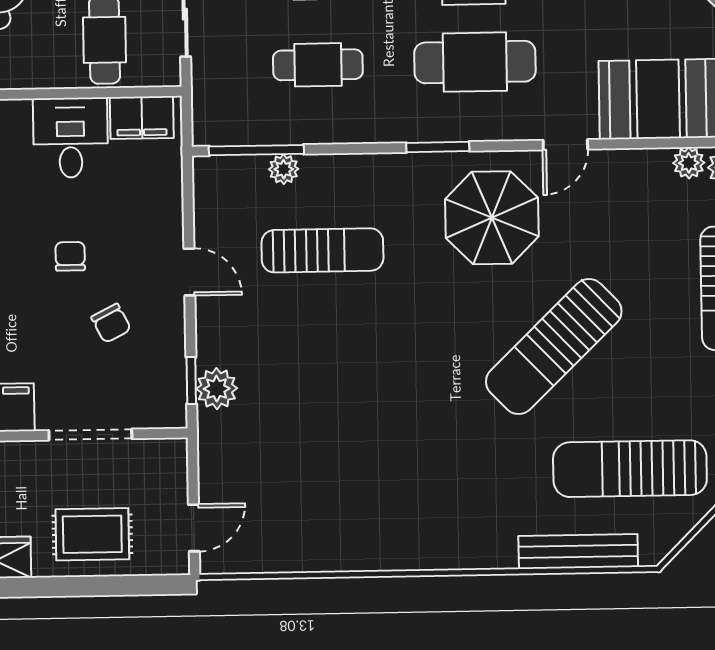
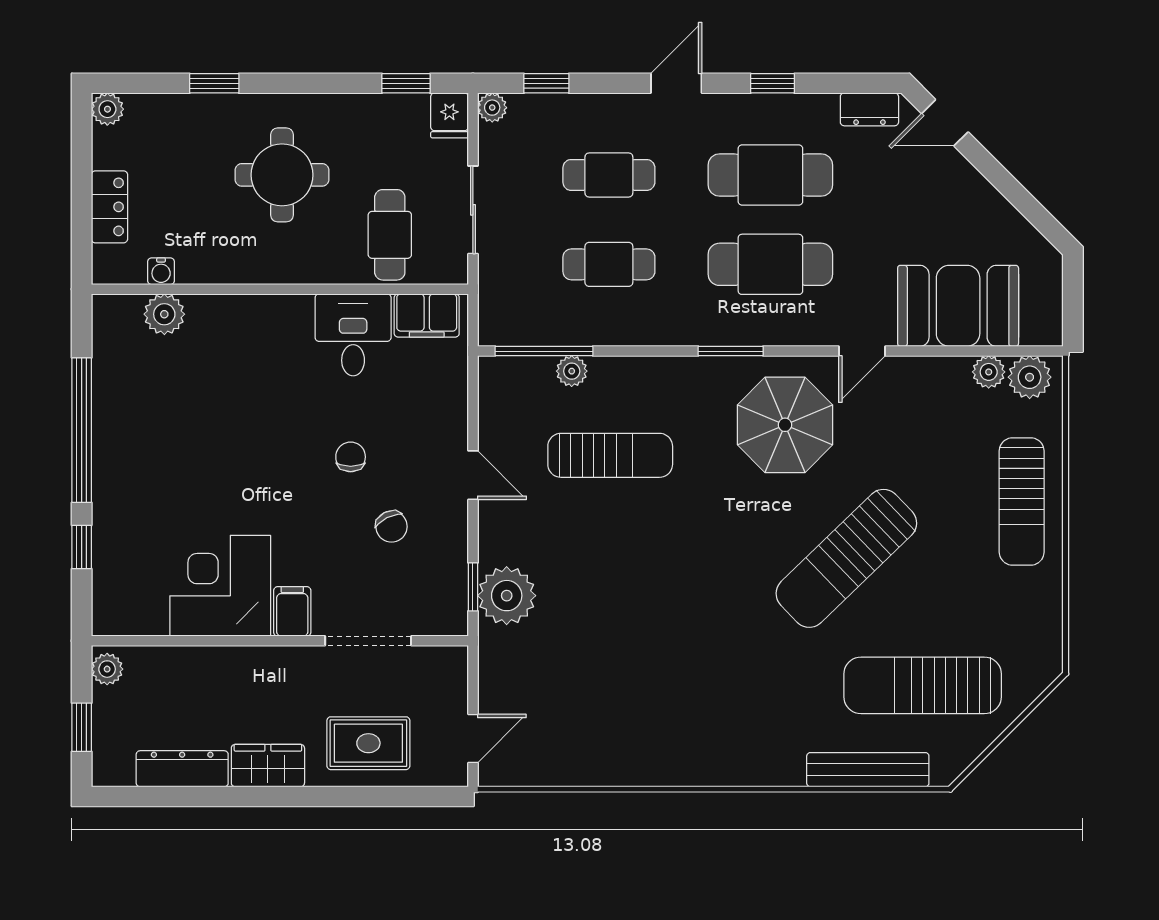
plant: (217, 389) -> (507, 596), width x1.36, depth x1.36

